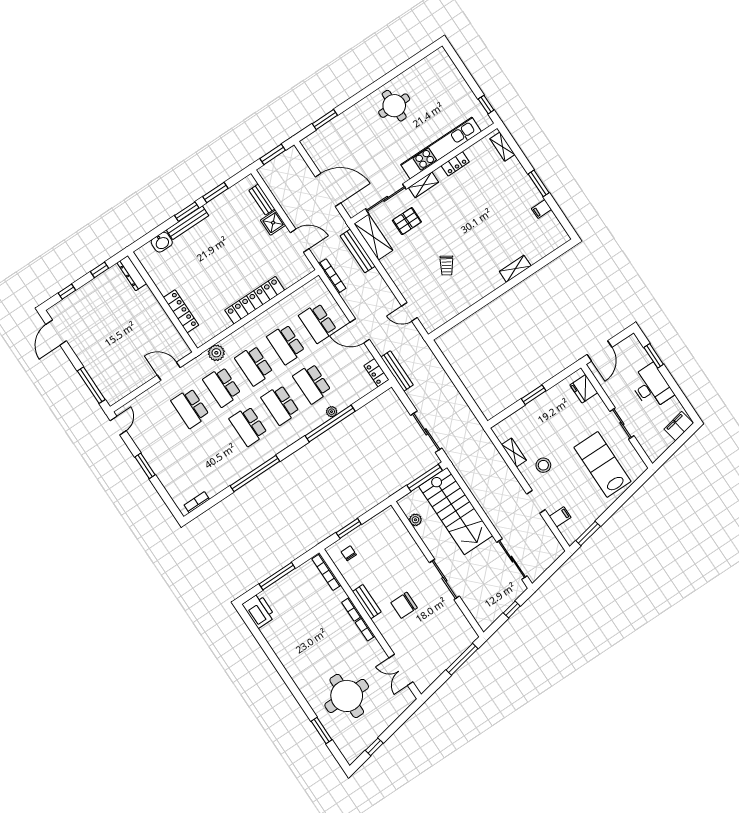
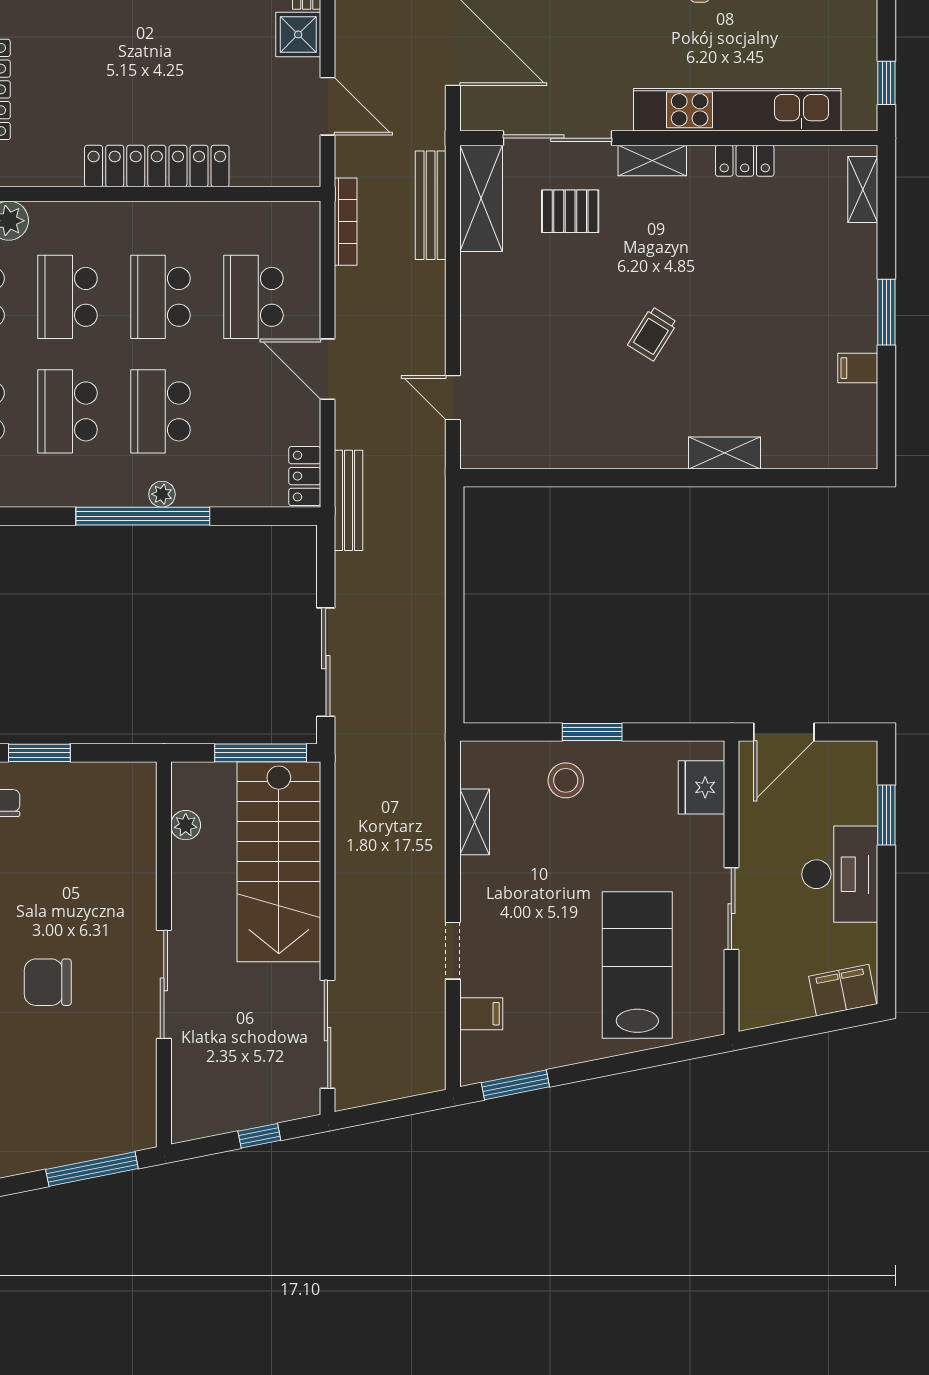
trolley: (447, 265) -> (653, 334), moved
stool: (543, 465) -> (566, 780), moved

